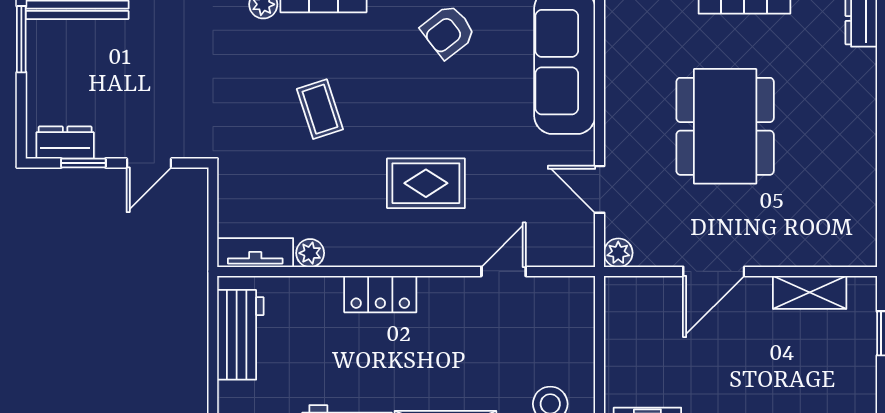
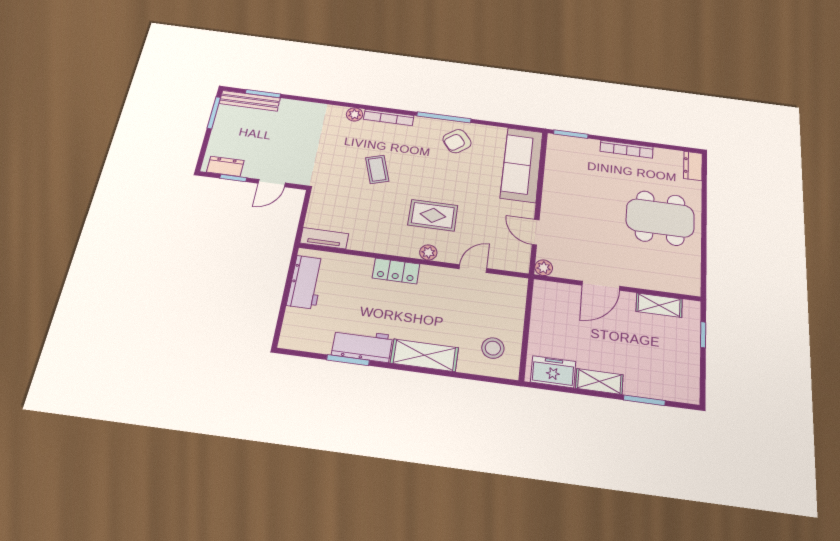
dining table: (725, 126) -> (660, 218), moved, turned 90
plant: (310, 253) -> (428, 252), moved

